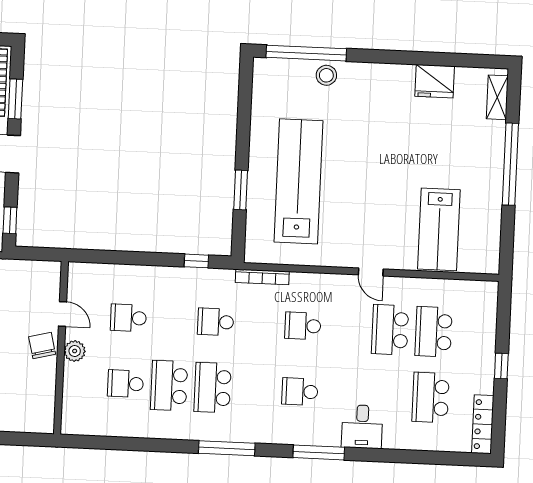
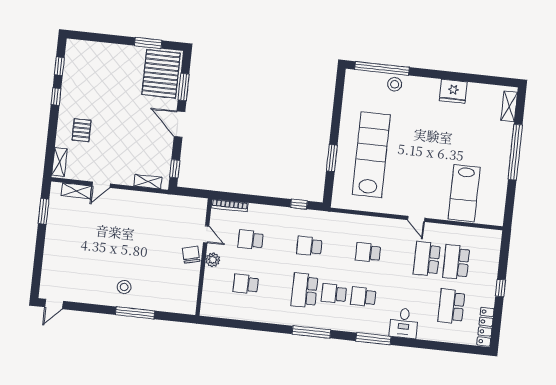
fridge: (435, 81) -> (453, 91), moved
bookcase: (262, 277) -> (230, 205), moved
school desk: (169, 386) -> (334, 294), moved, width x0.54

